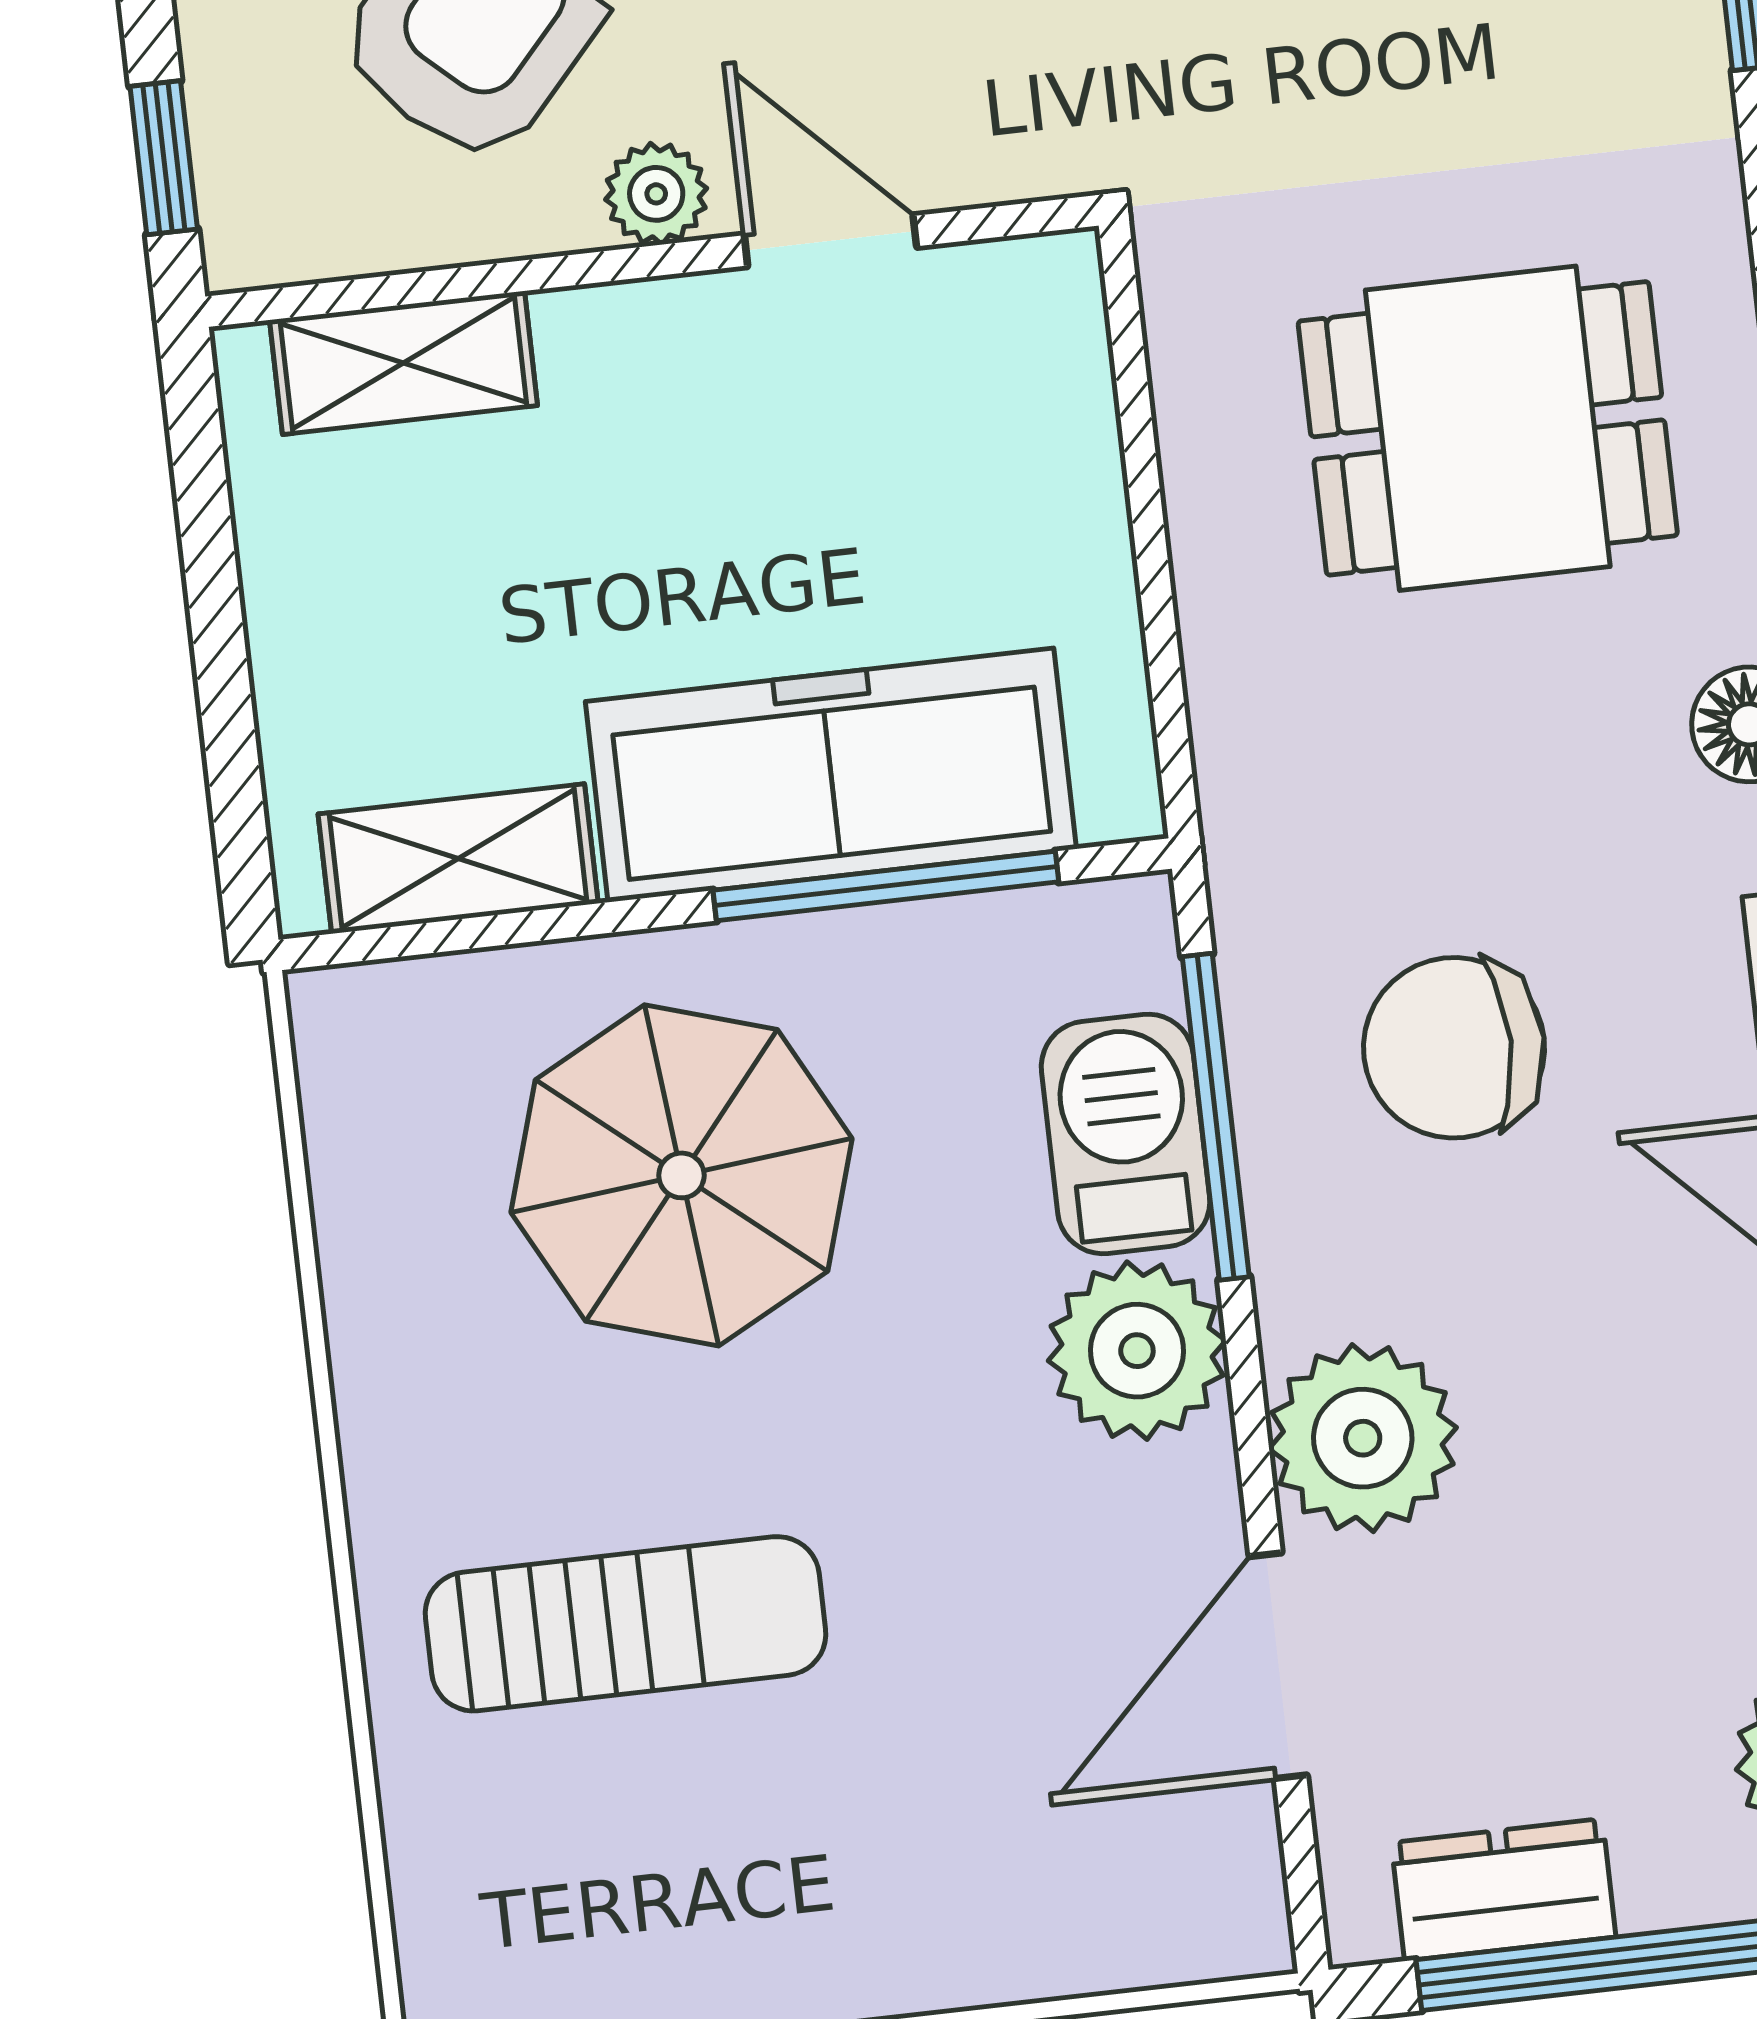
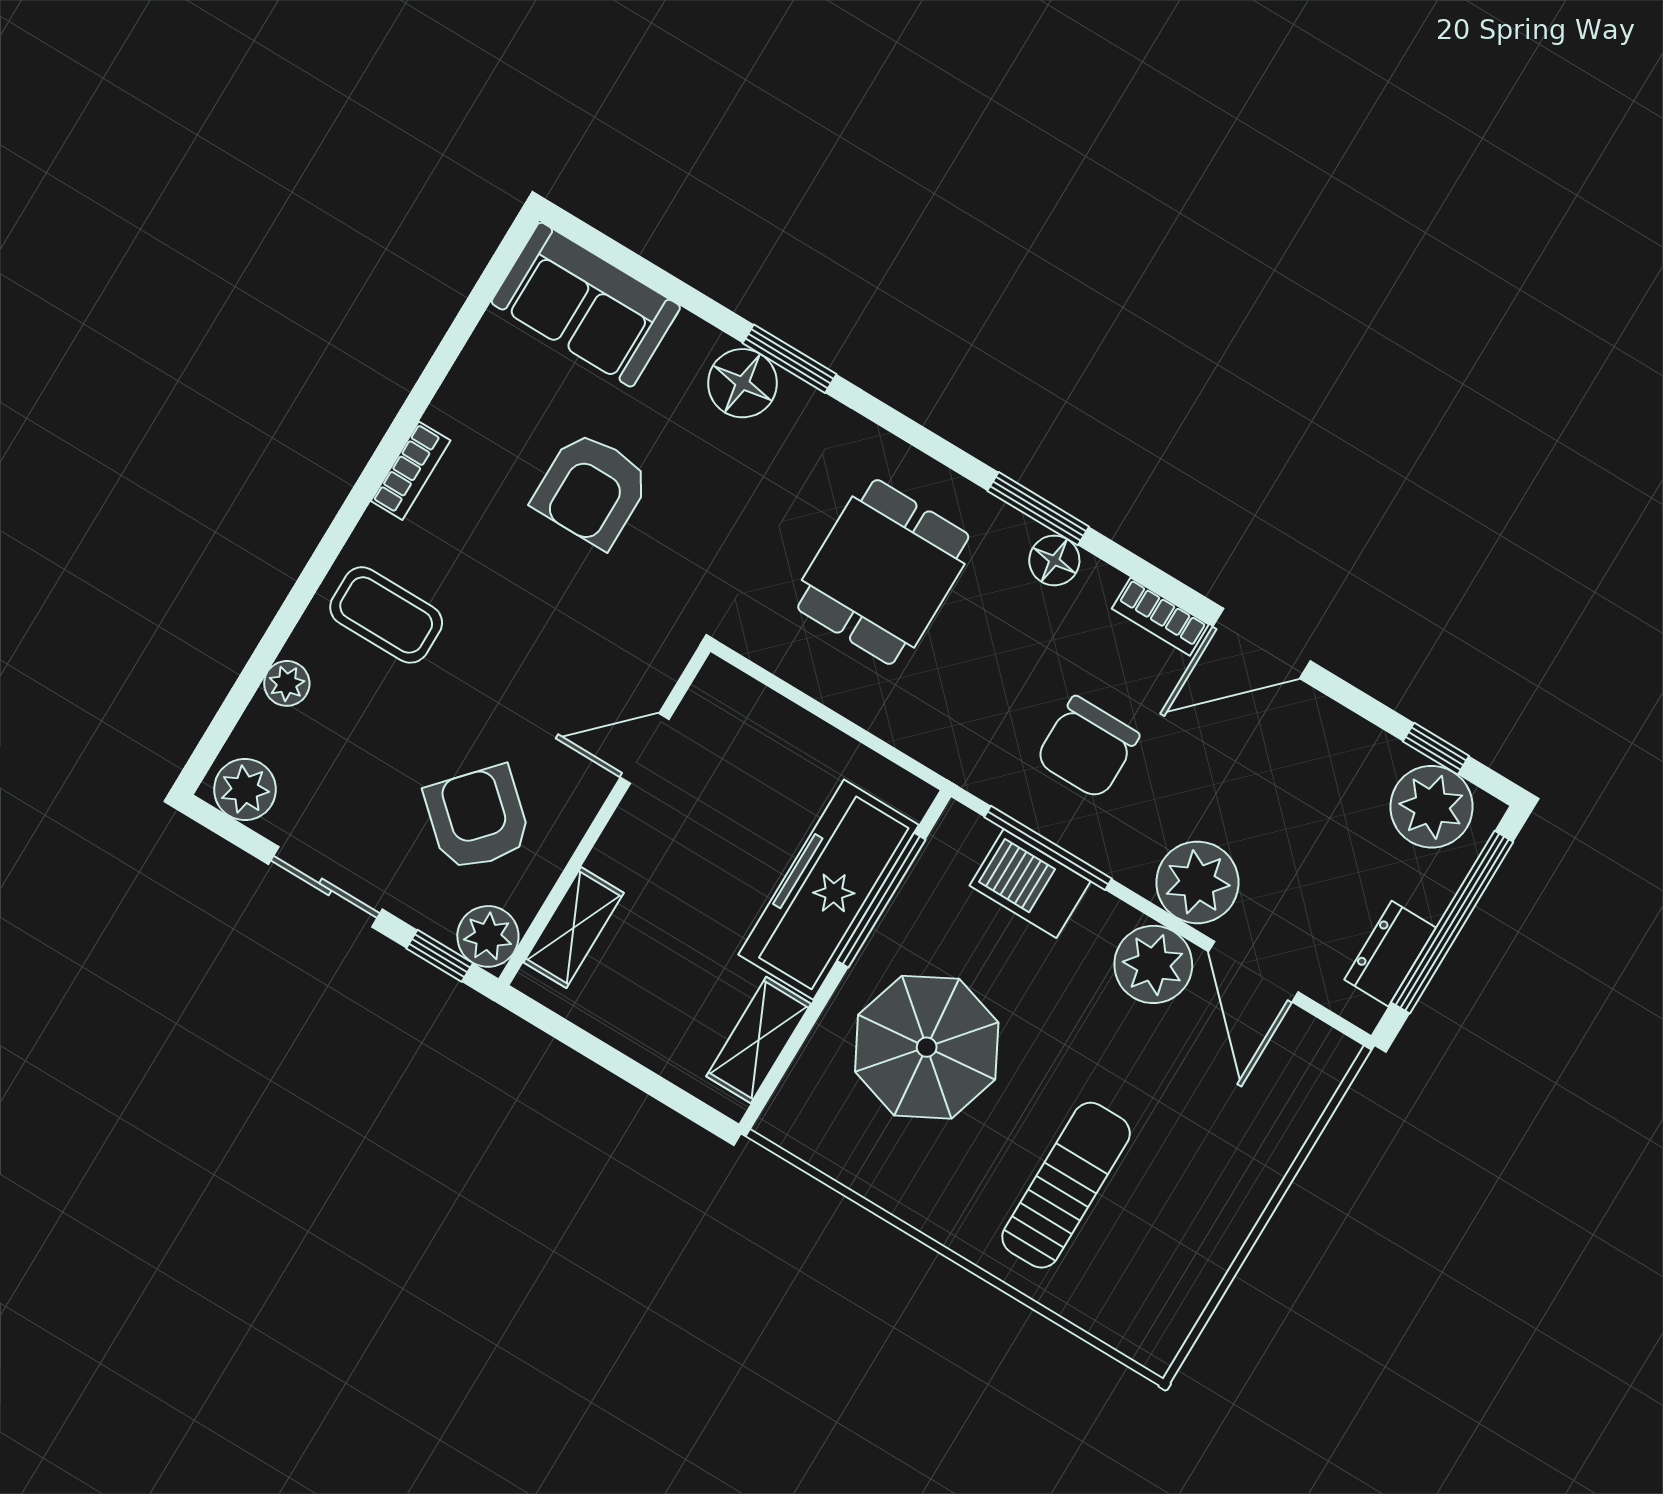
plant: (656, 194) -> (488, 936), moved, width x1.38, depth x1.38
plant: (1137, 1351) -> (1153, 964), moved

